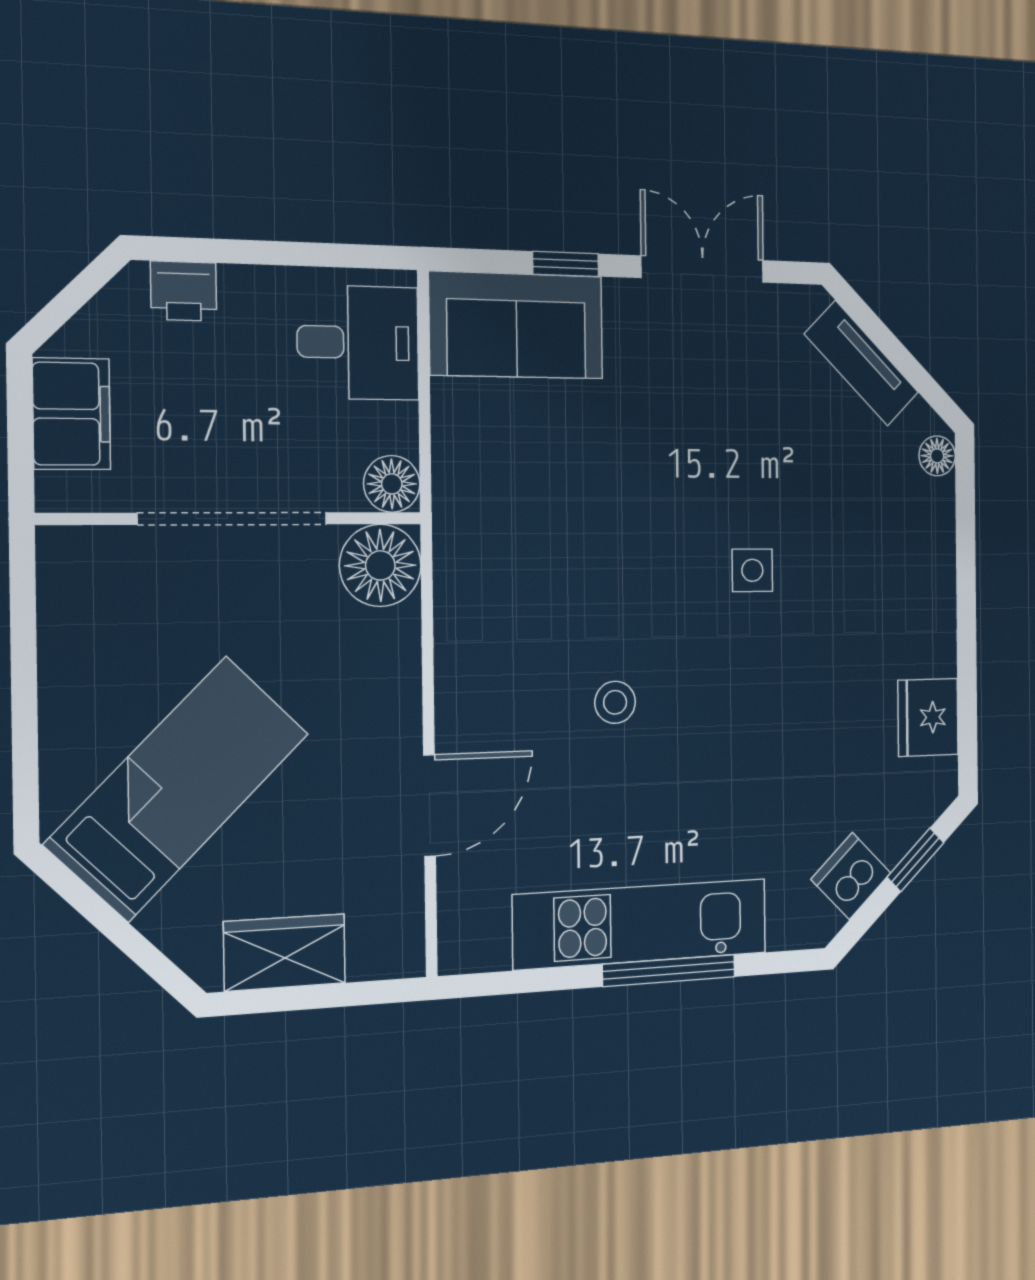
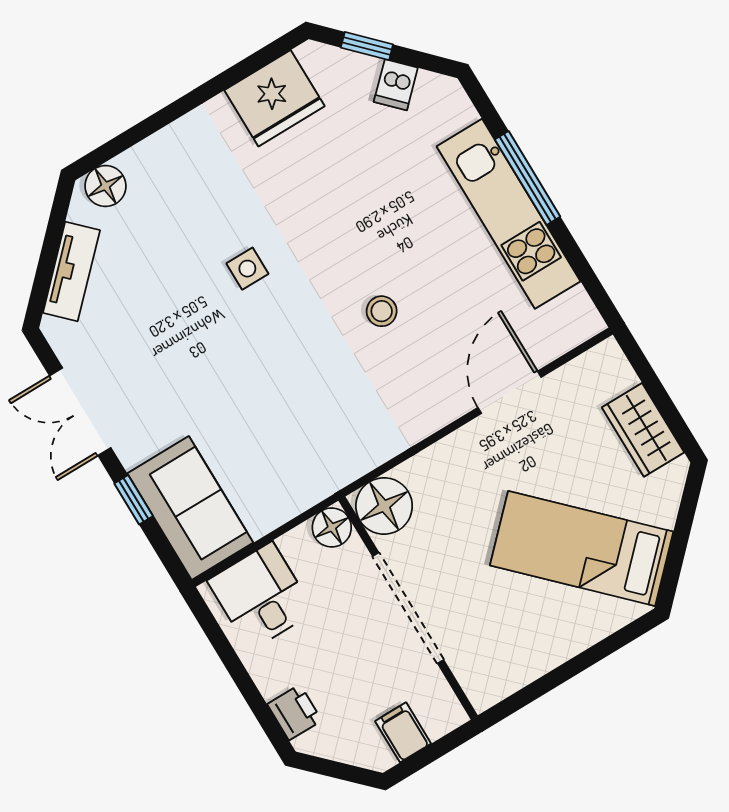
filing cabinet: (71, 414) -> (403, 732), width x0.50
floor lamp: (937, 456) -> (105, 186), width x1.37, depth x1.37
fridge: (928, 717) -> (274, 98), width x1.36, depth x1.34
door: (430, 806) -> (509, 392), hinge flipped
dishwasher: (851, 876) -> (396, 85), width x0.73

